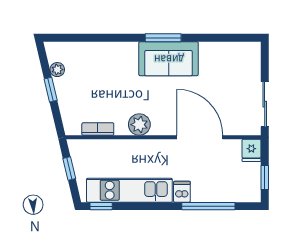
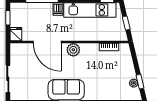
window: (51, 90) -> (140, 82), moved
sliding door: (265, 104) -> (8, 79), moved
plant: (139, 125) -> (73, 50), moved

